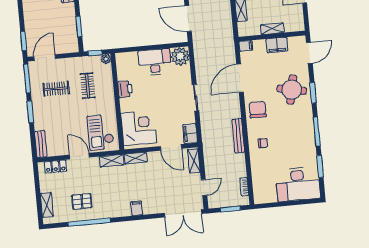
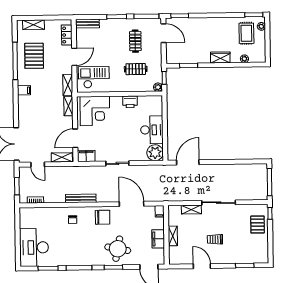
pallet: (82, 201) -> (34, 56), width x1.50, depth x1.42
filing cabinet: (137, 208) -> (24, 90), moved

